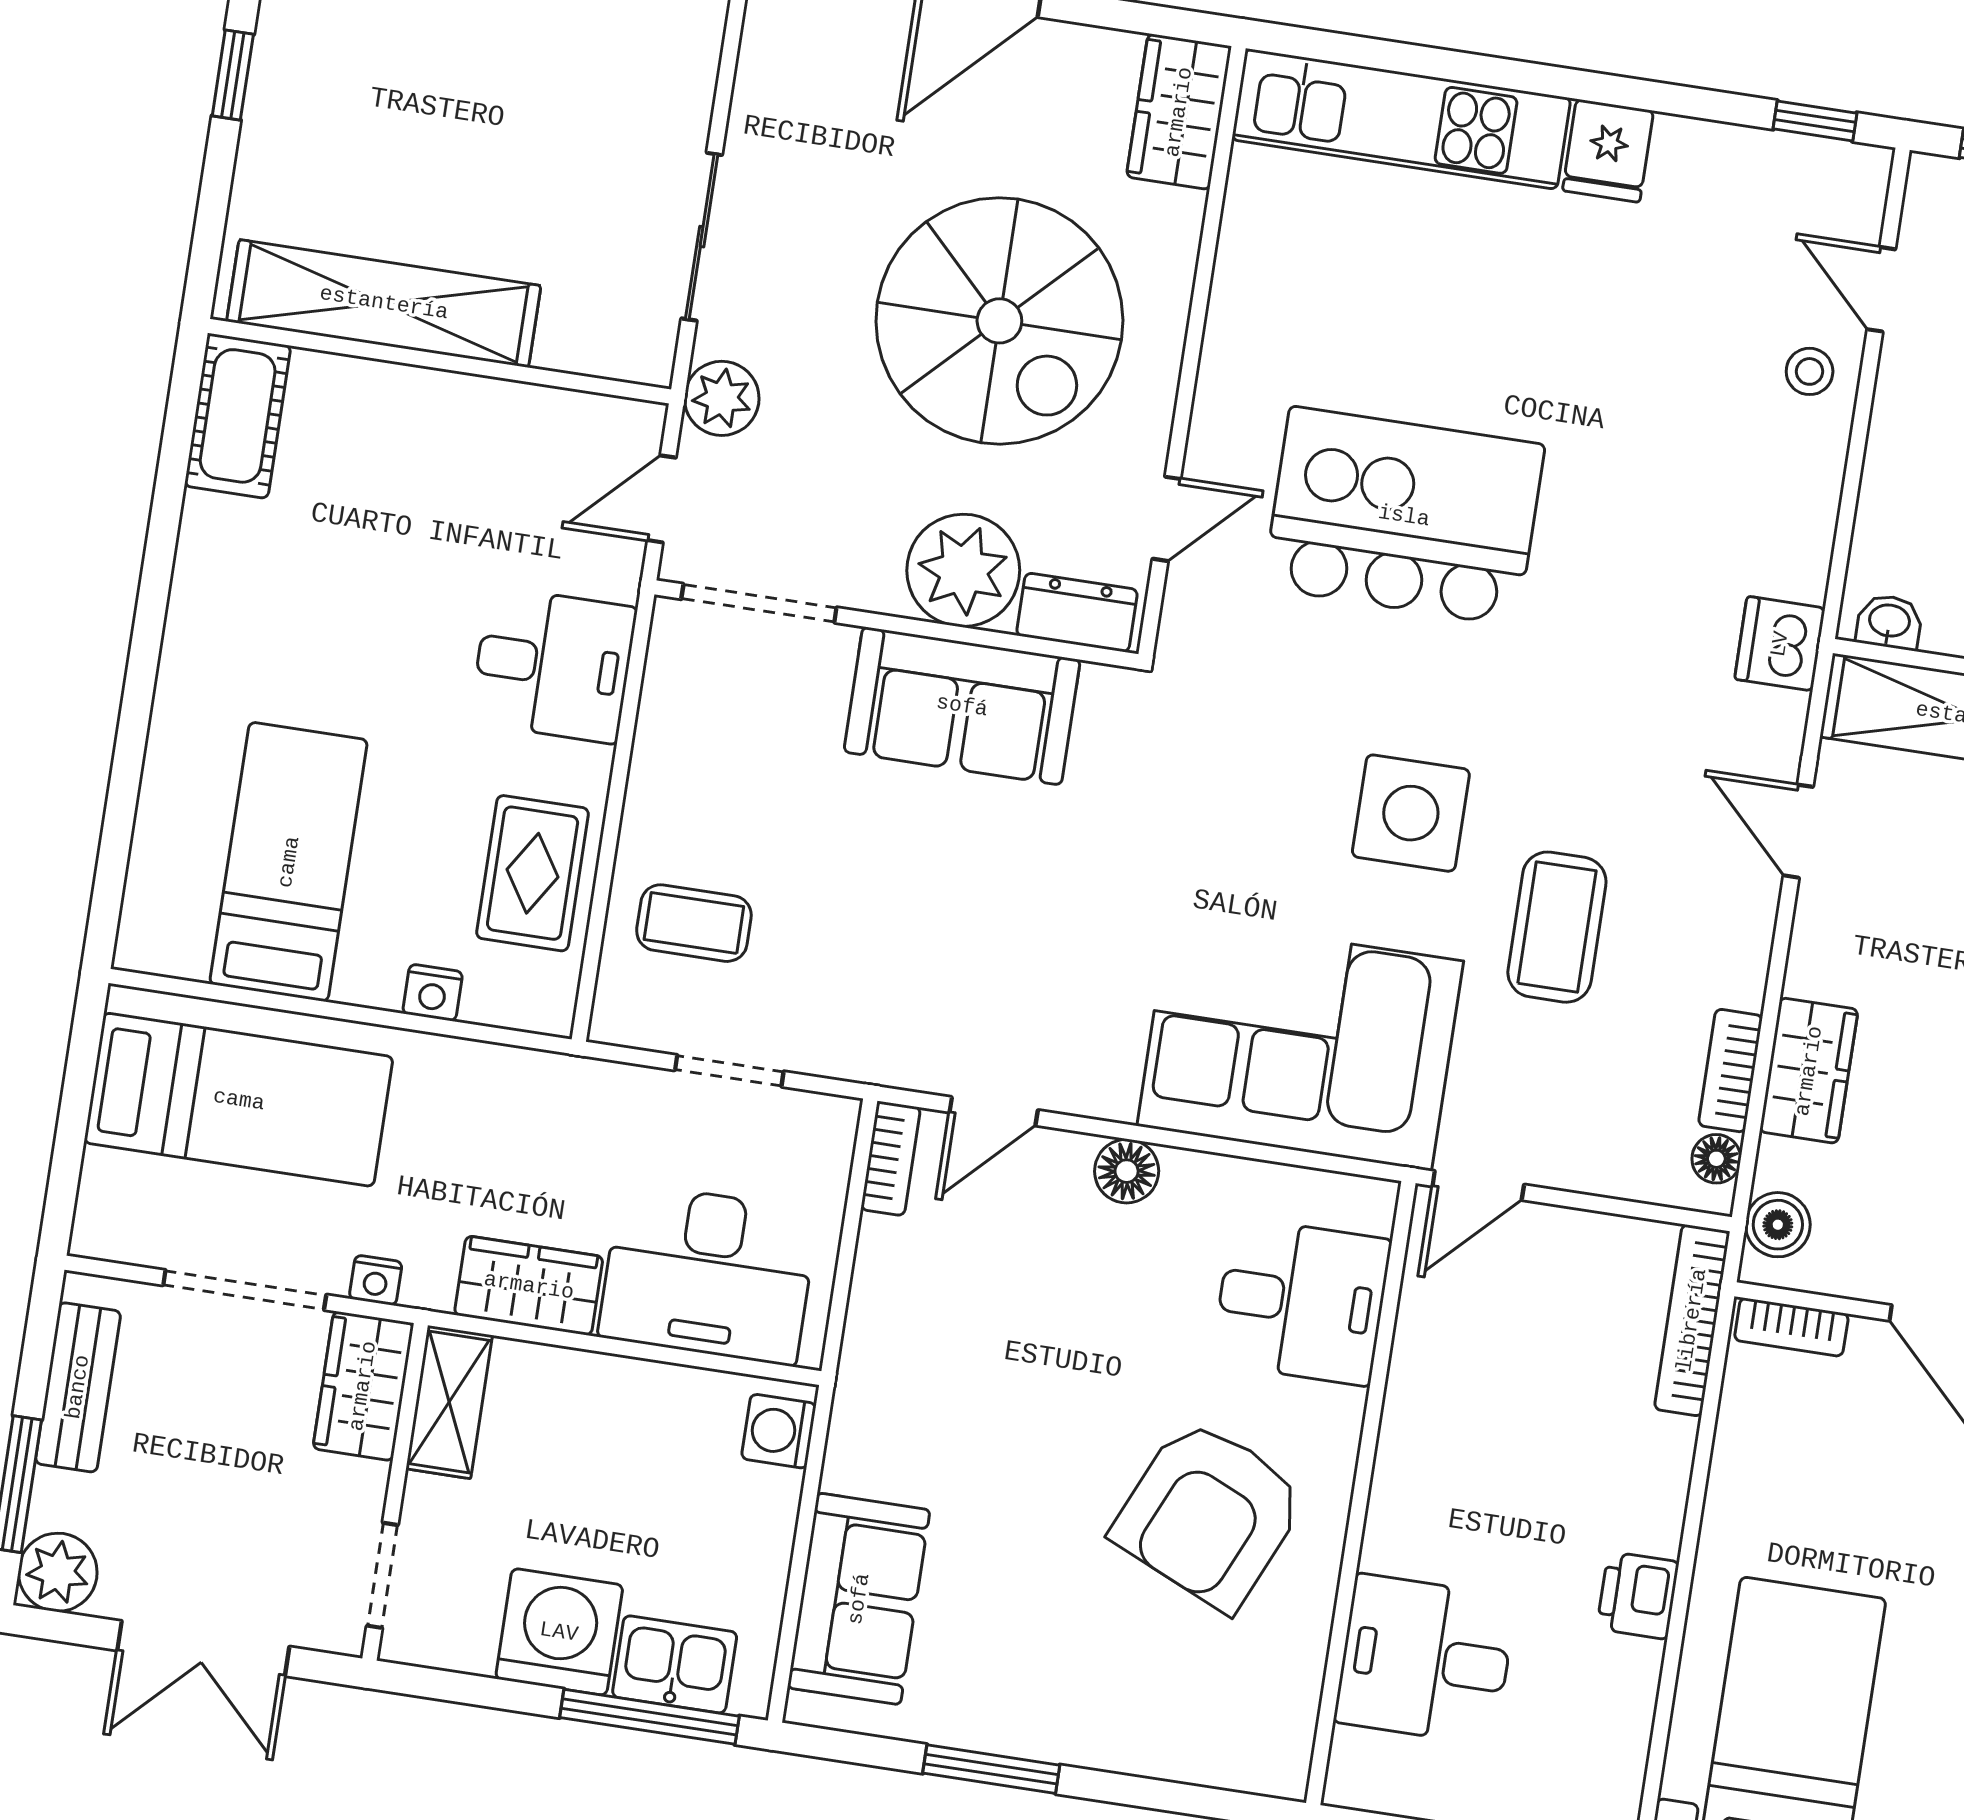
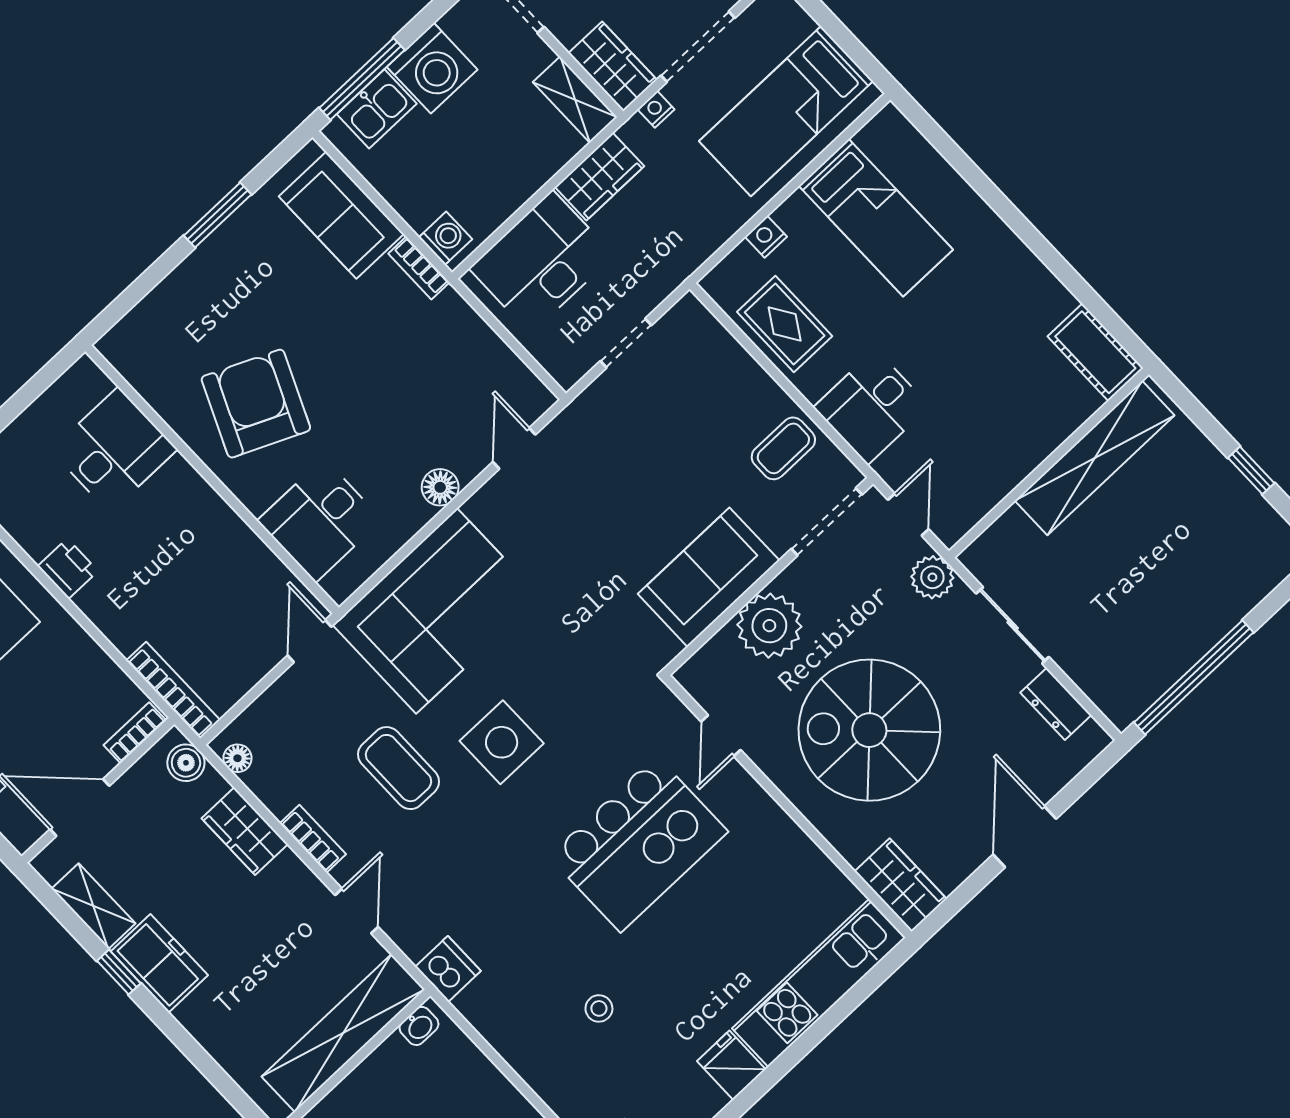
stool: (1810, 371) -> (599, 1008), moved
dresser: (1077, 612) -> (1056, 704), moved, turned 90
door: (1798, 831) -> (357, 911), hinge flipped
coffee table: (694, 923) -> (783, 448), moved
bookcase: (1730, 1071) -> (313, 839), moved
bookcase: (891, 1158) -> (419, 268), moved

